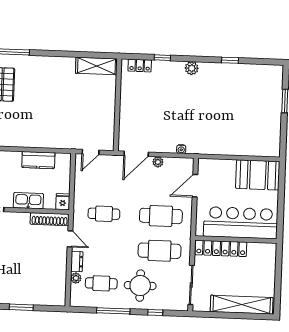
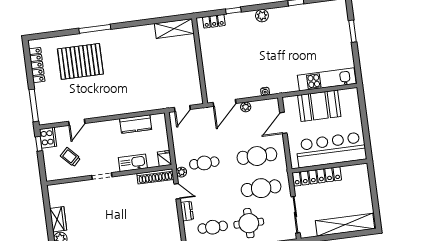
kitchen unit: (249, 147) -> (327, 79), added
booth: (258, 175) -> (319, 106), moved
plant: (76, 278) -> (181, 172), moved

